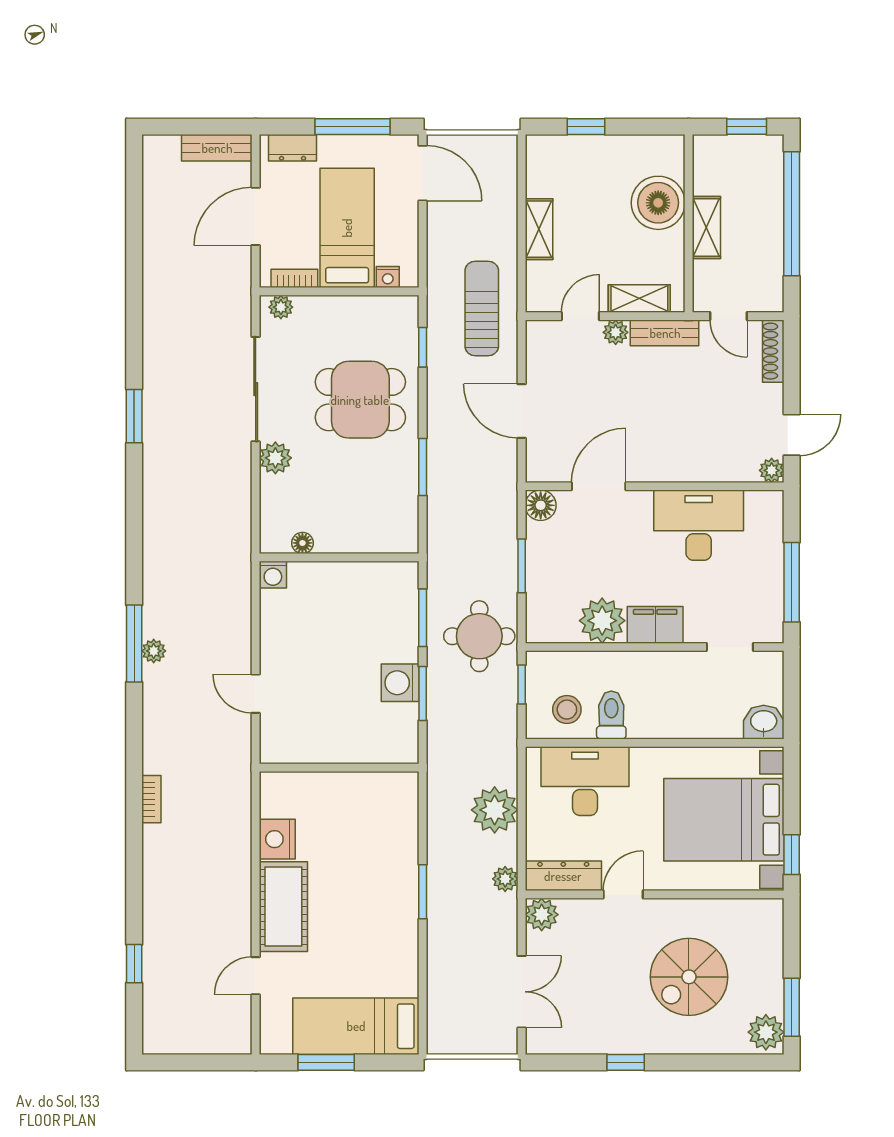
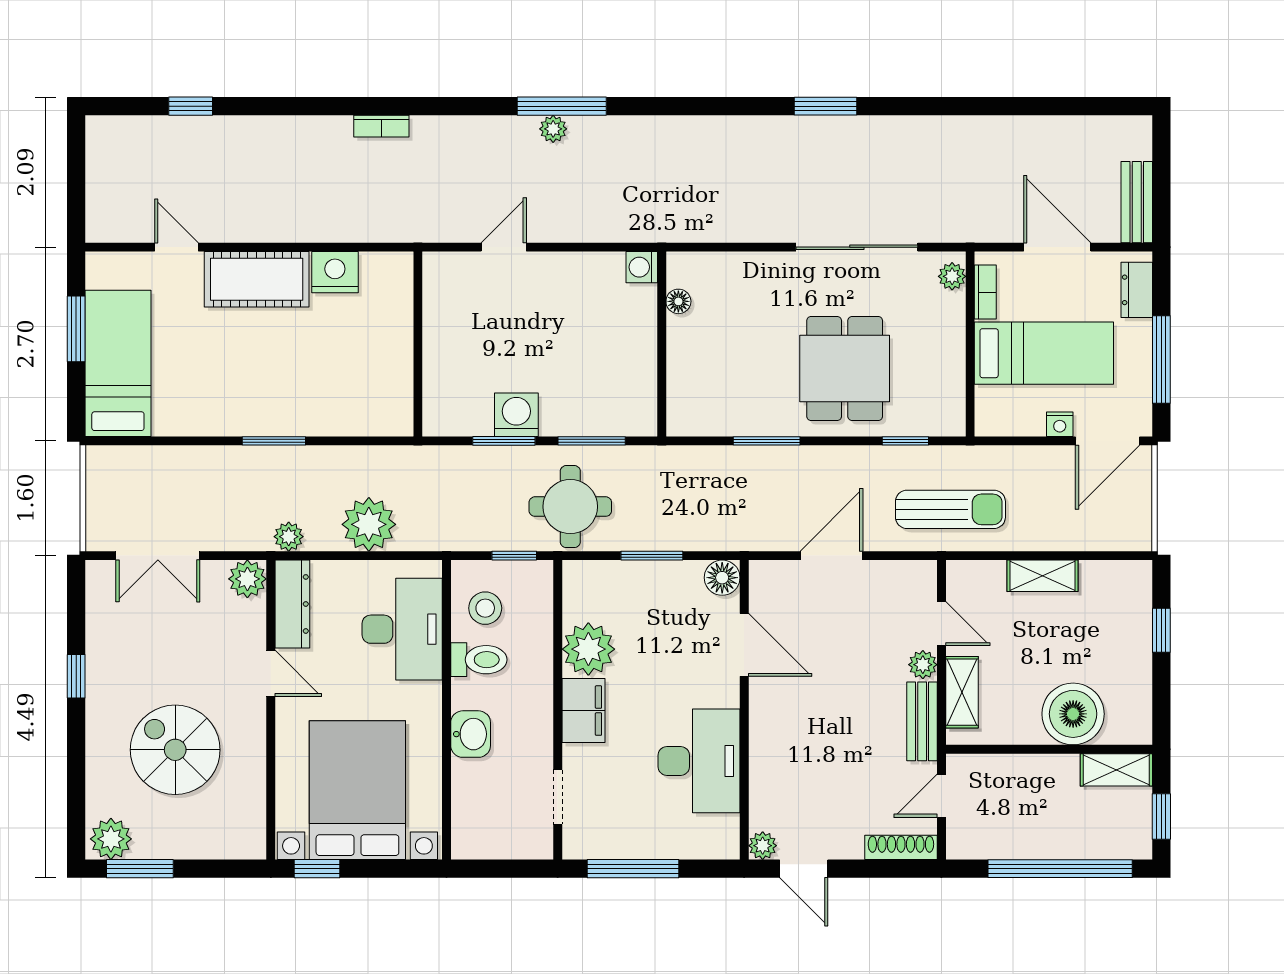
shelving: (706, 228) -> (1116, 770), moved
nightstand: (388, 277) -> (1060, 424), moved, turned -90
plant: (275, 458) -> (777, 270), removed
washbasin: (764, 722) -> (471, 734), moved

